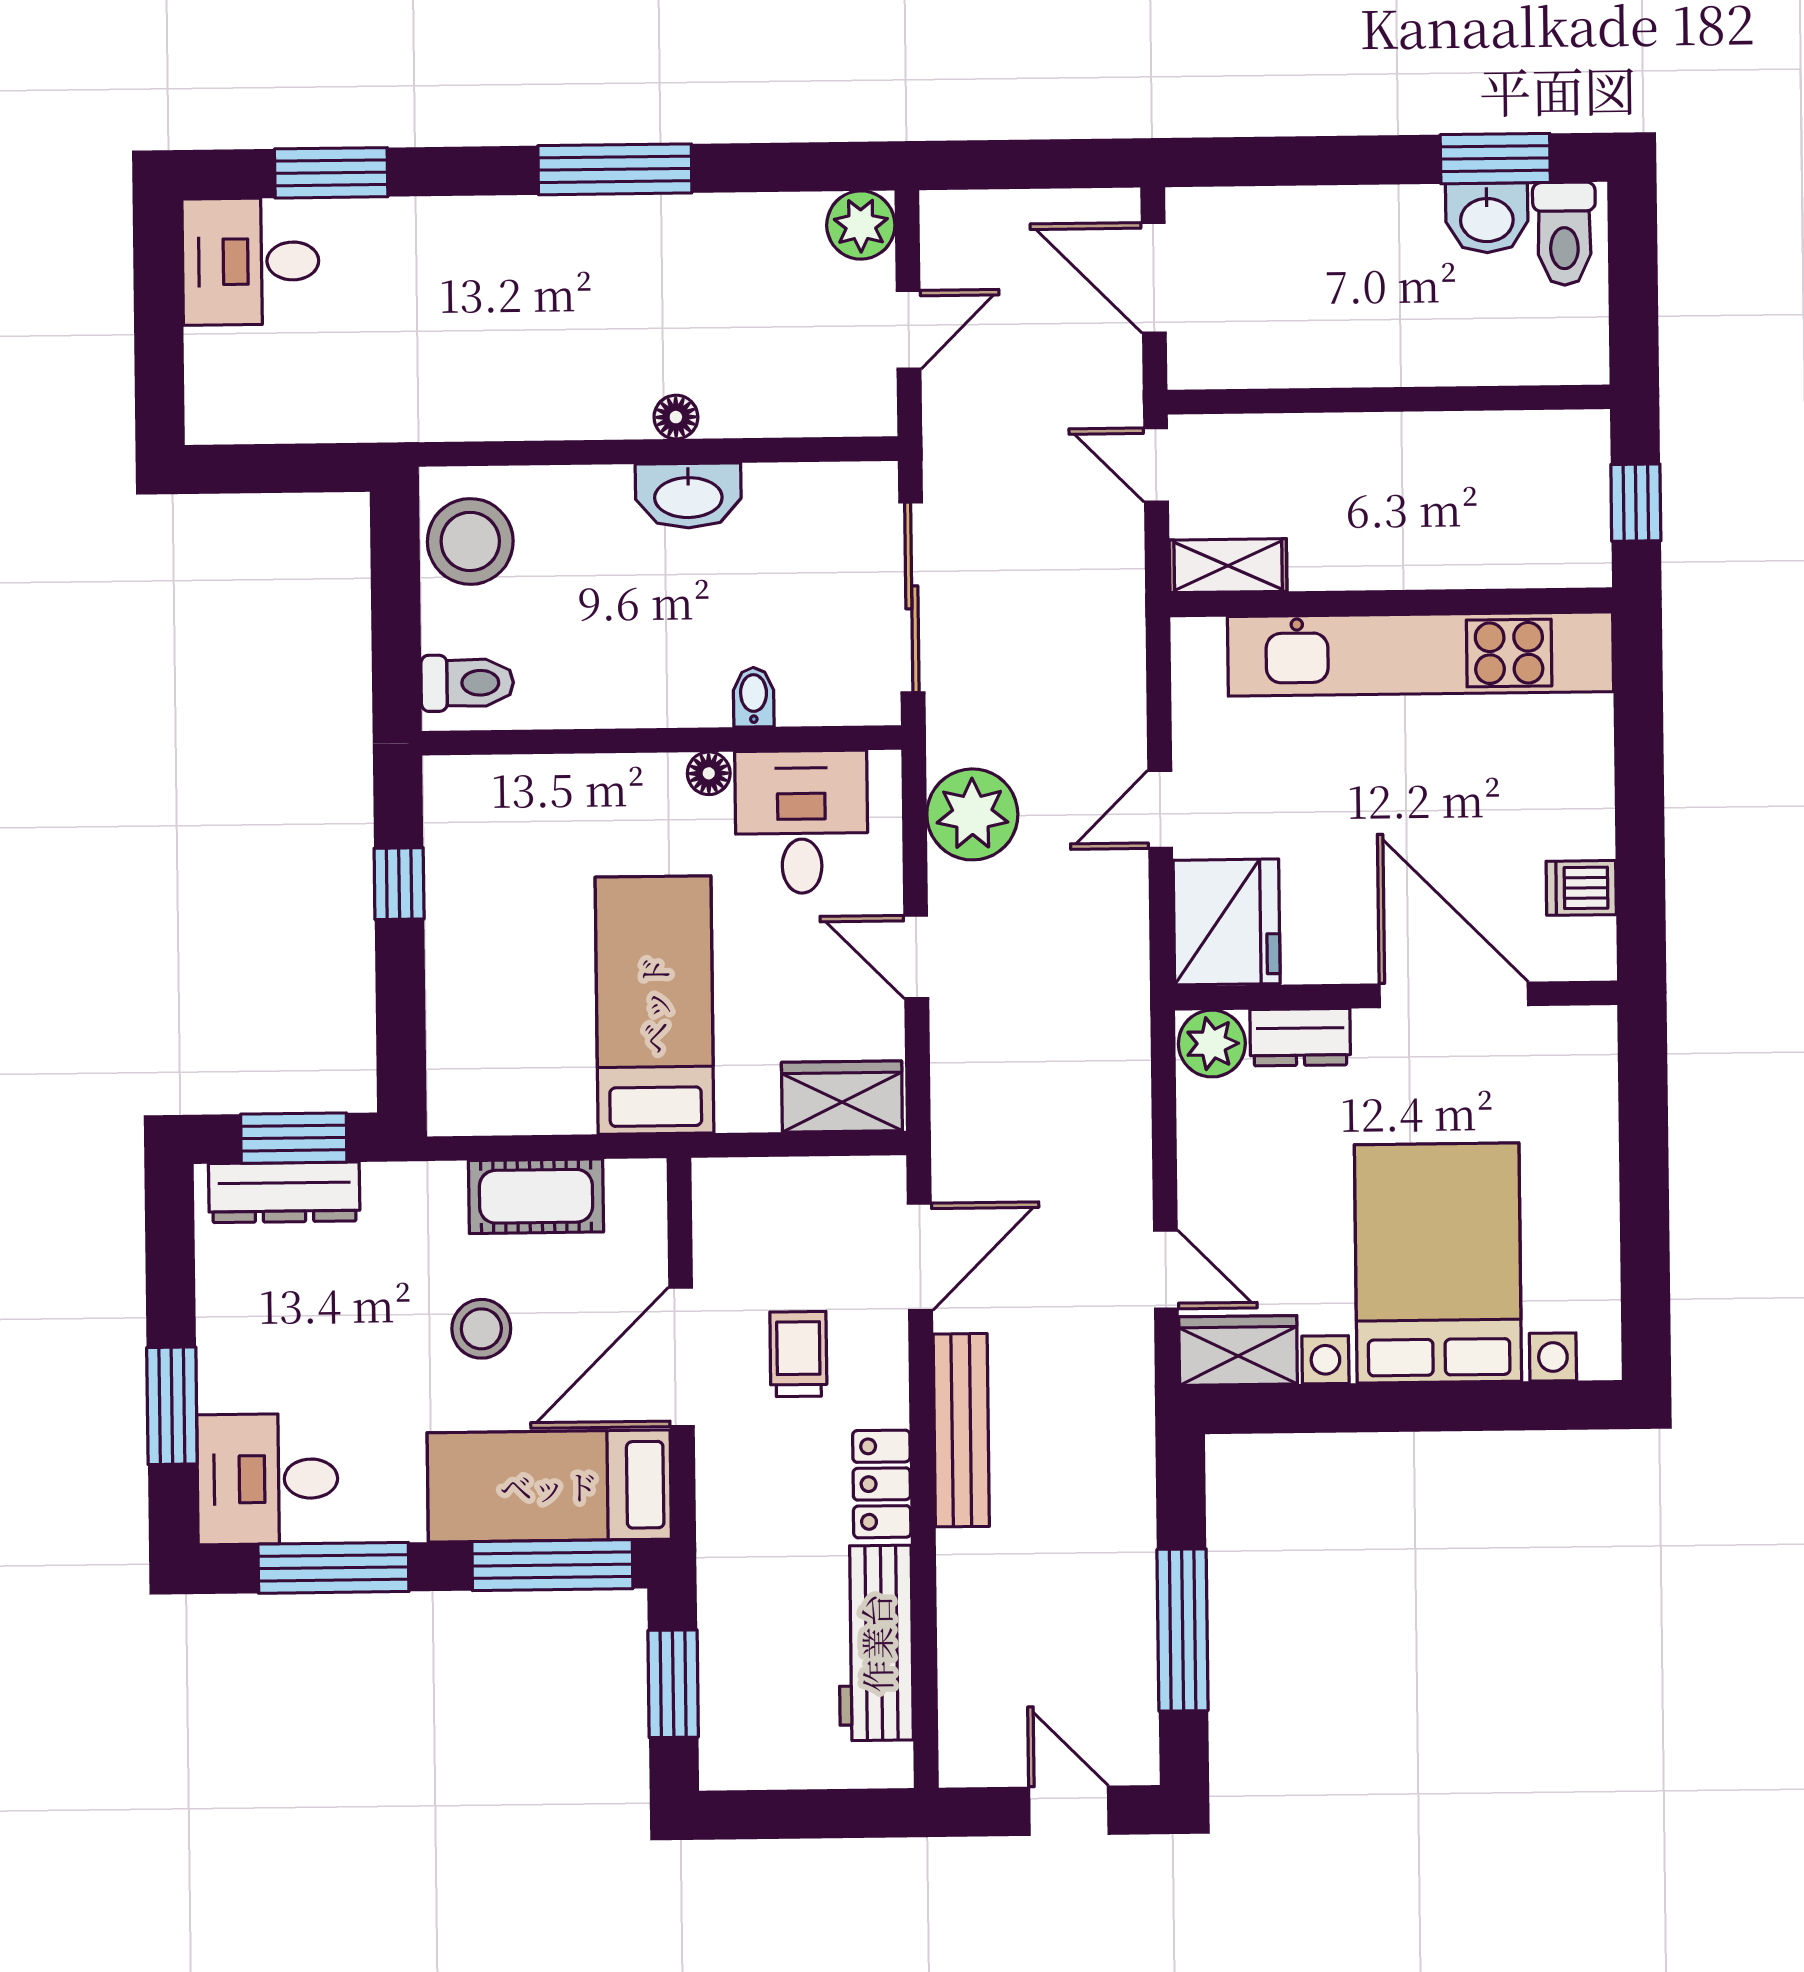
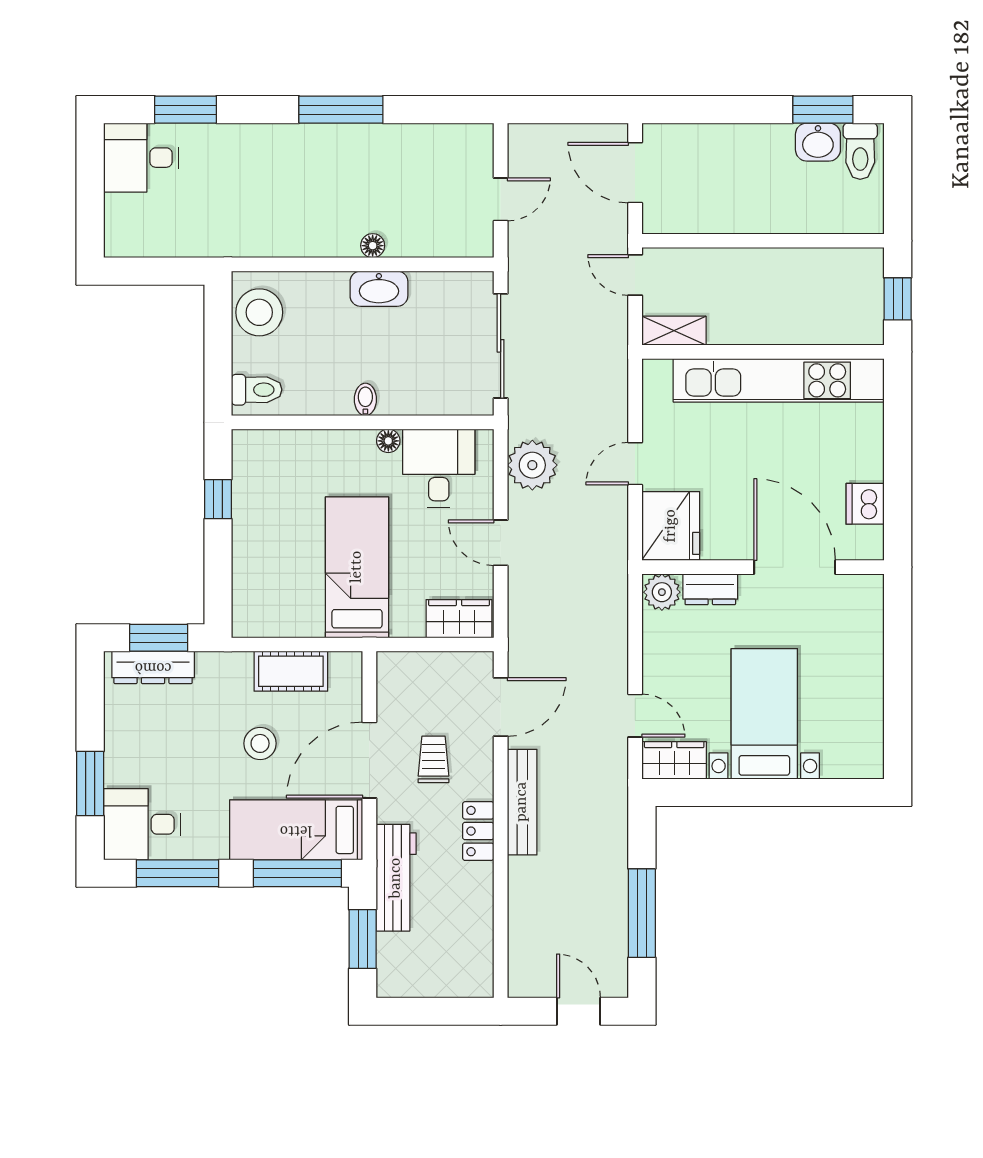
plant: (861, 225) -> (475, 142), removed
bidet: (754, 697) -> (365, 399), moved
dishwasher: (1581, 888) -> (865, 504), width x1.38
bed with nightstands: (1438, 1263) -> (764, 714), width x0.73
workbench: (876, 1643) -> (396, 878), moved, turned 180

